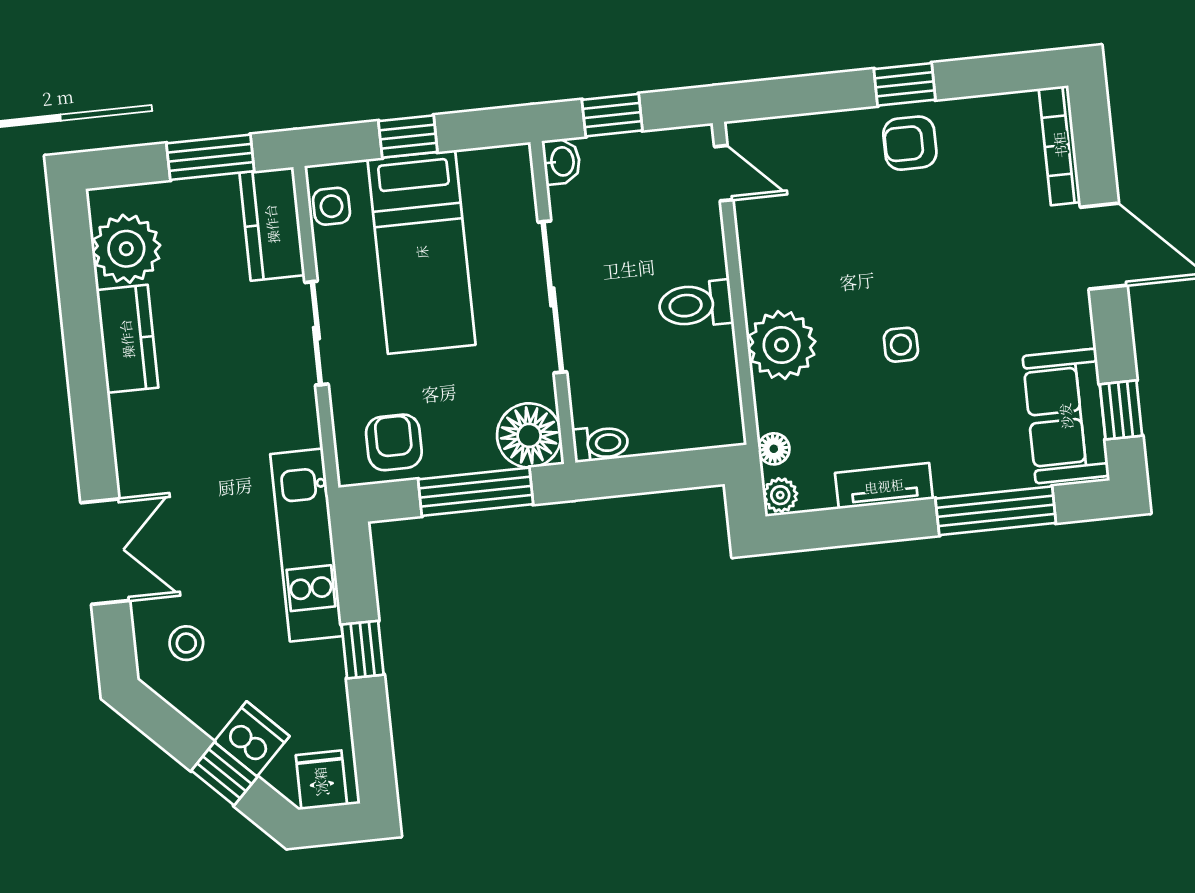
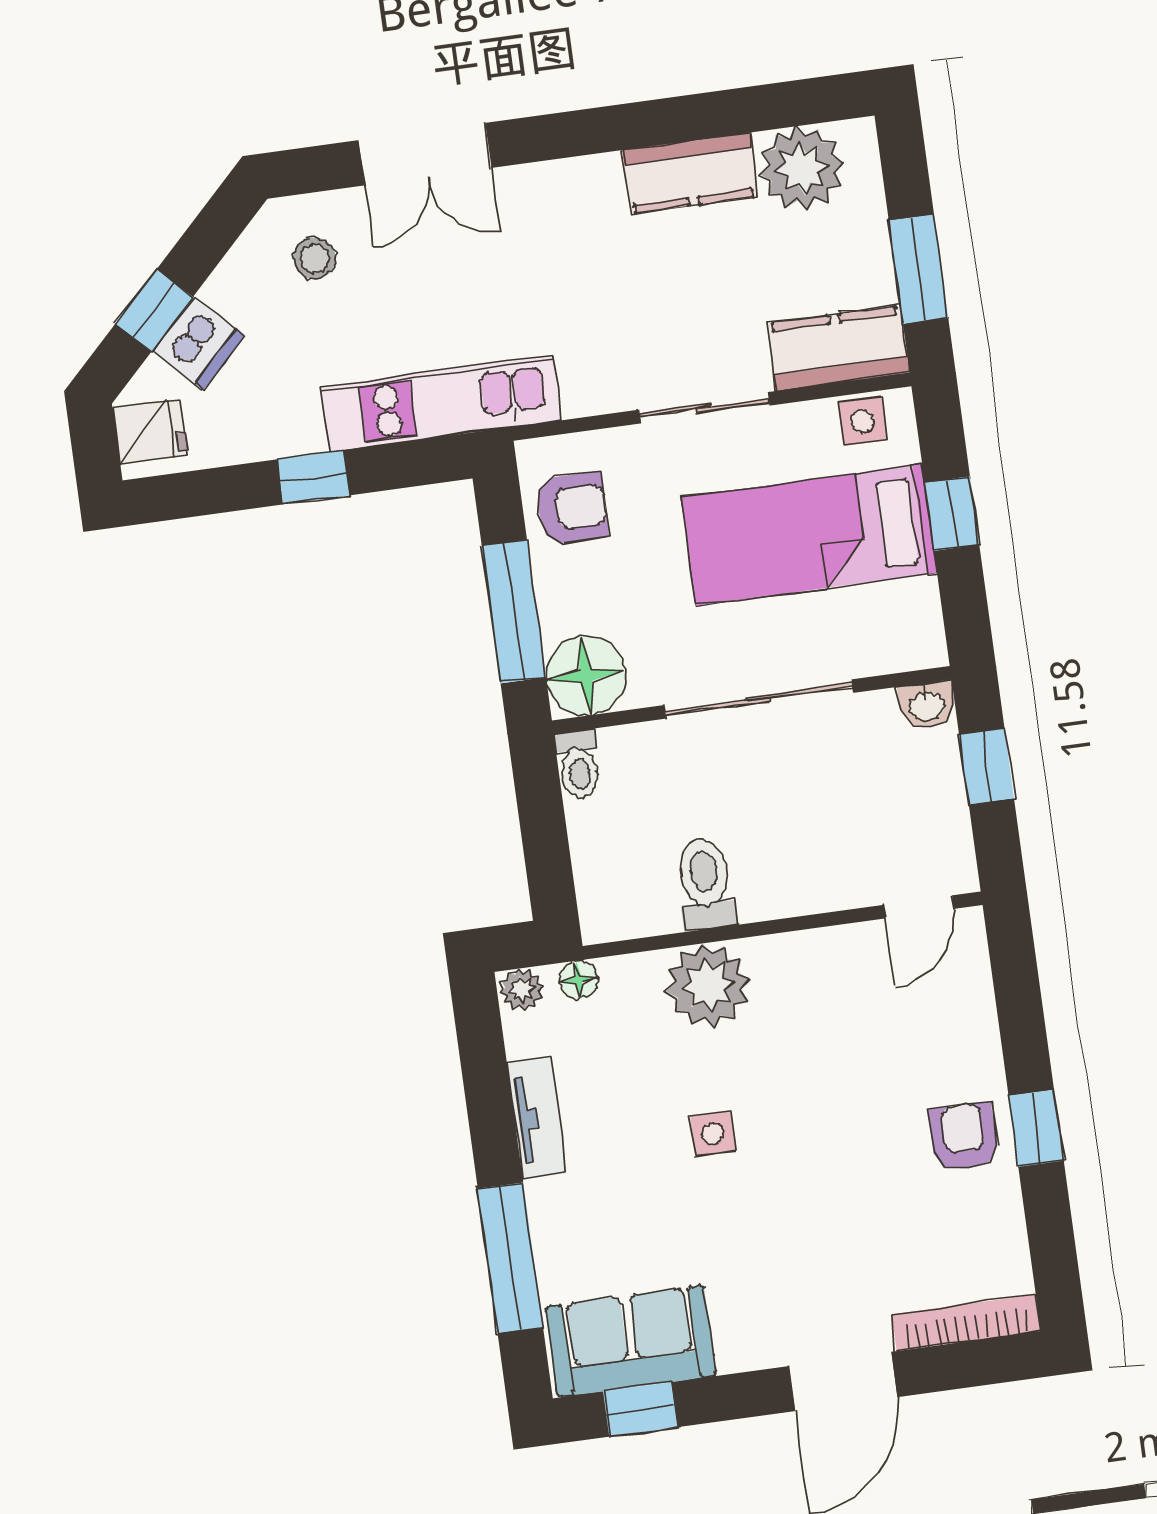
toilet: (696, 305) -> (705, 884), moved

